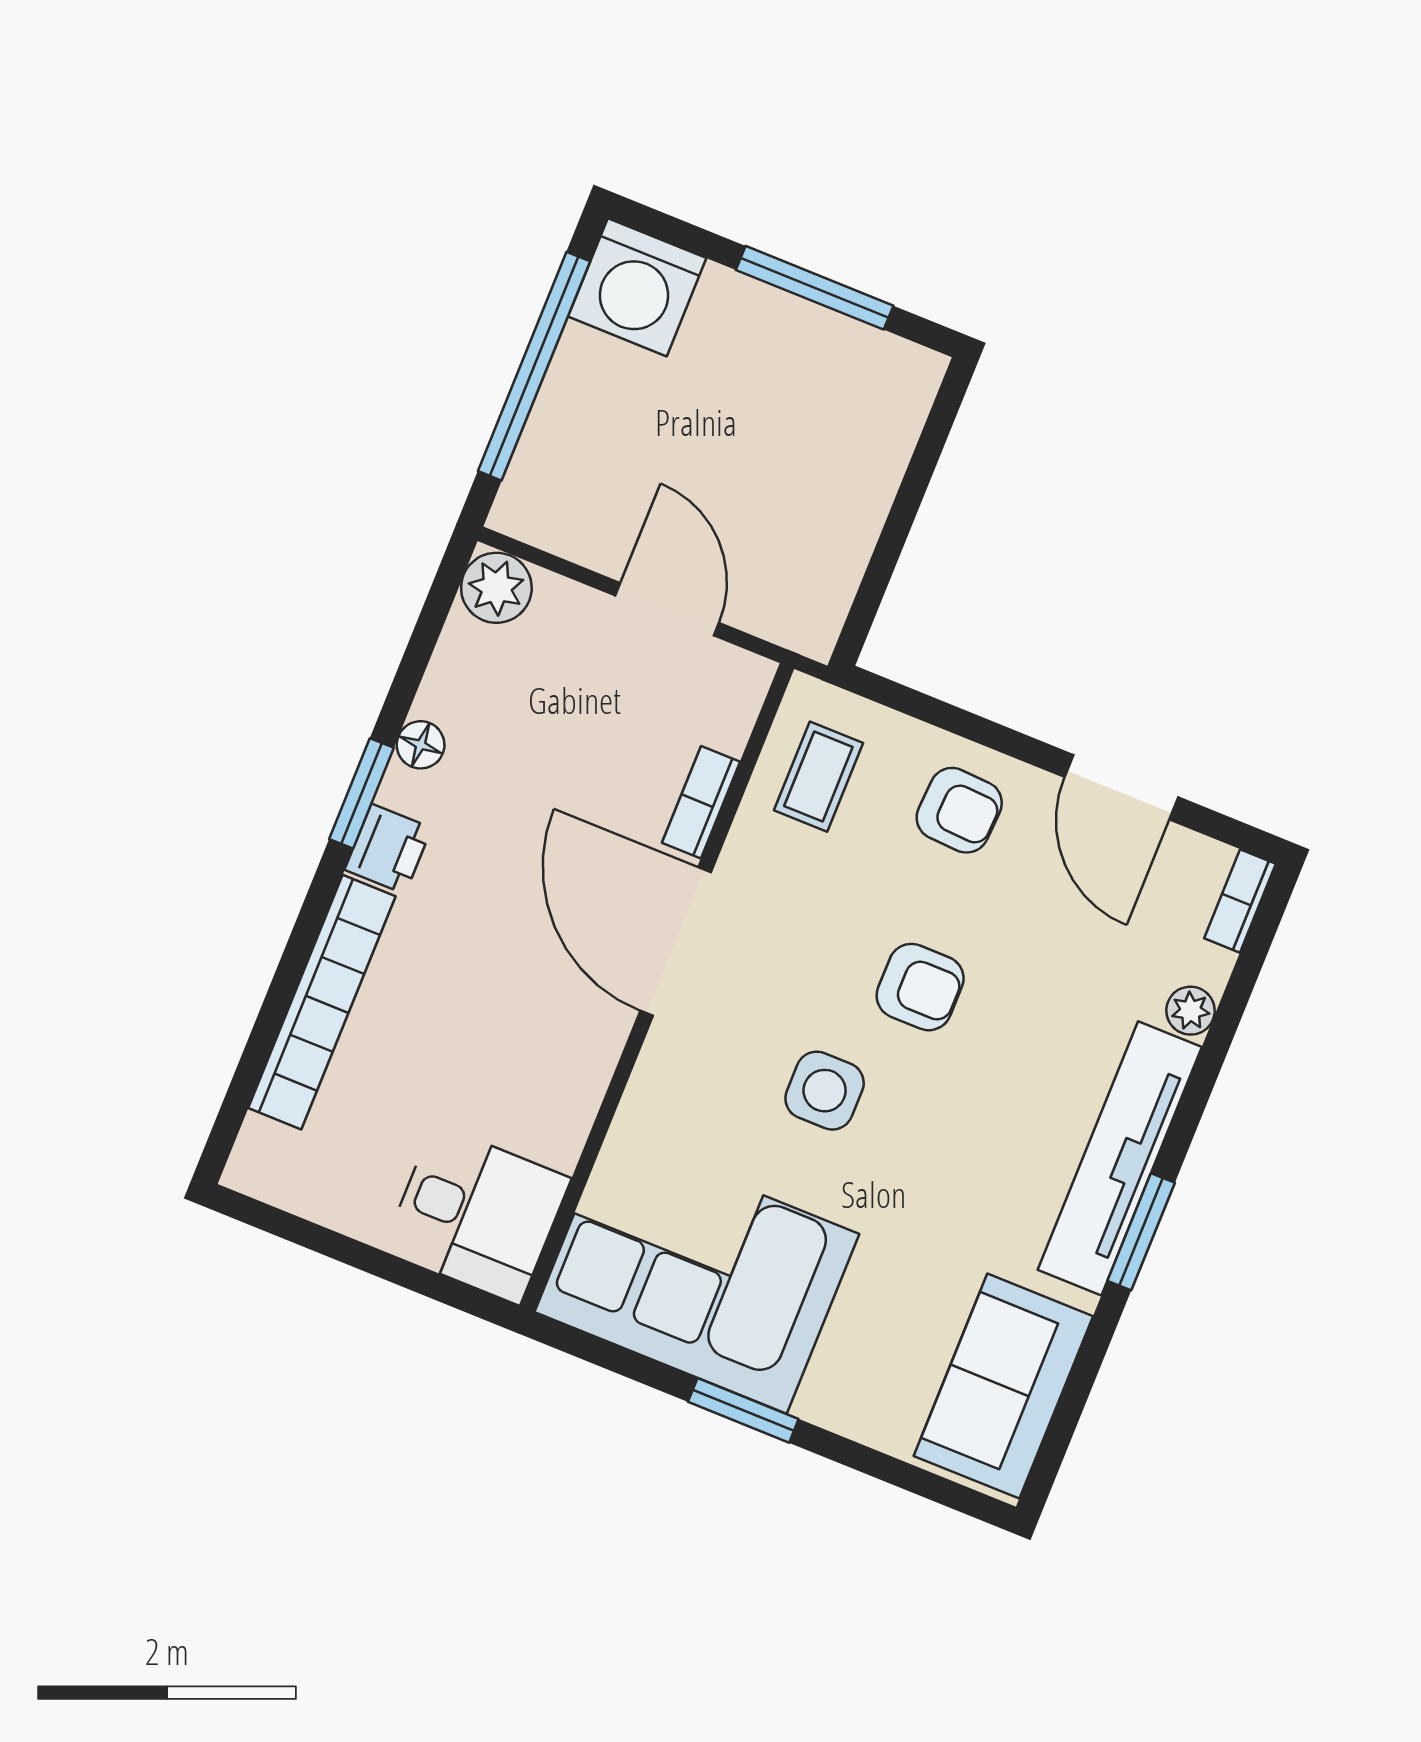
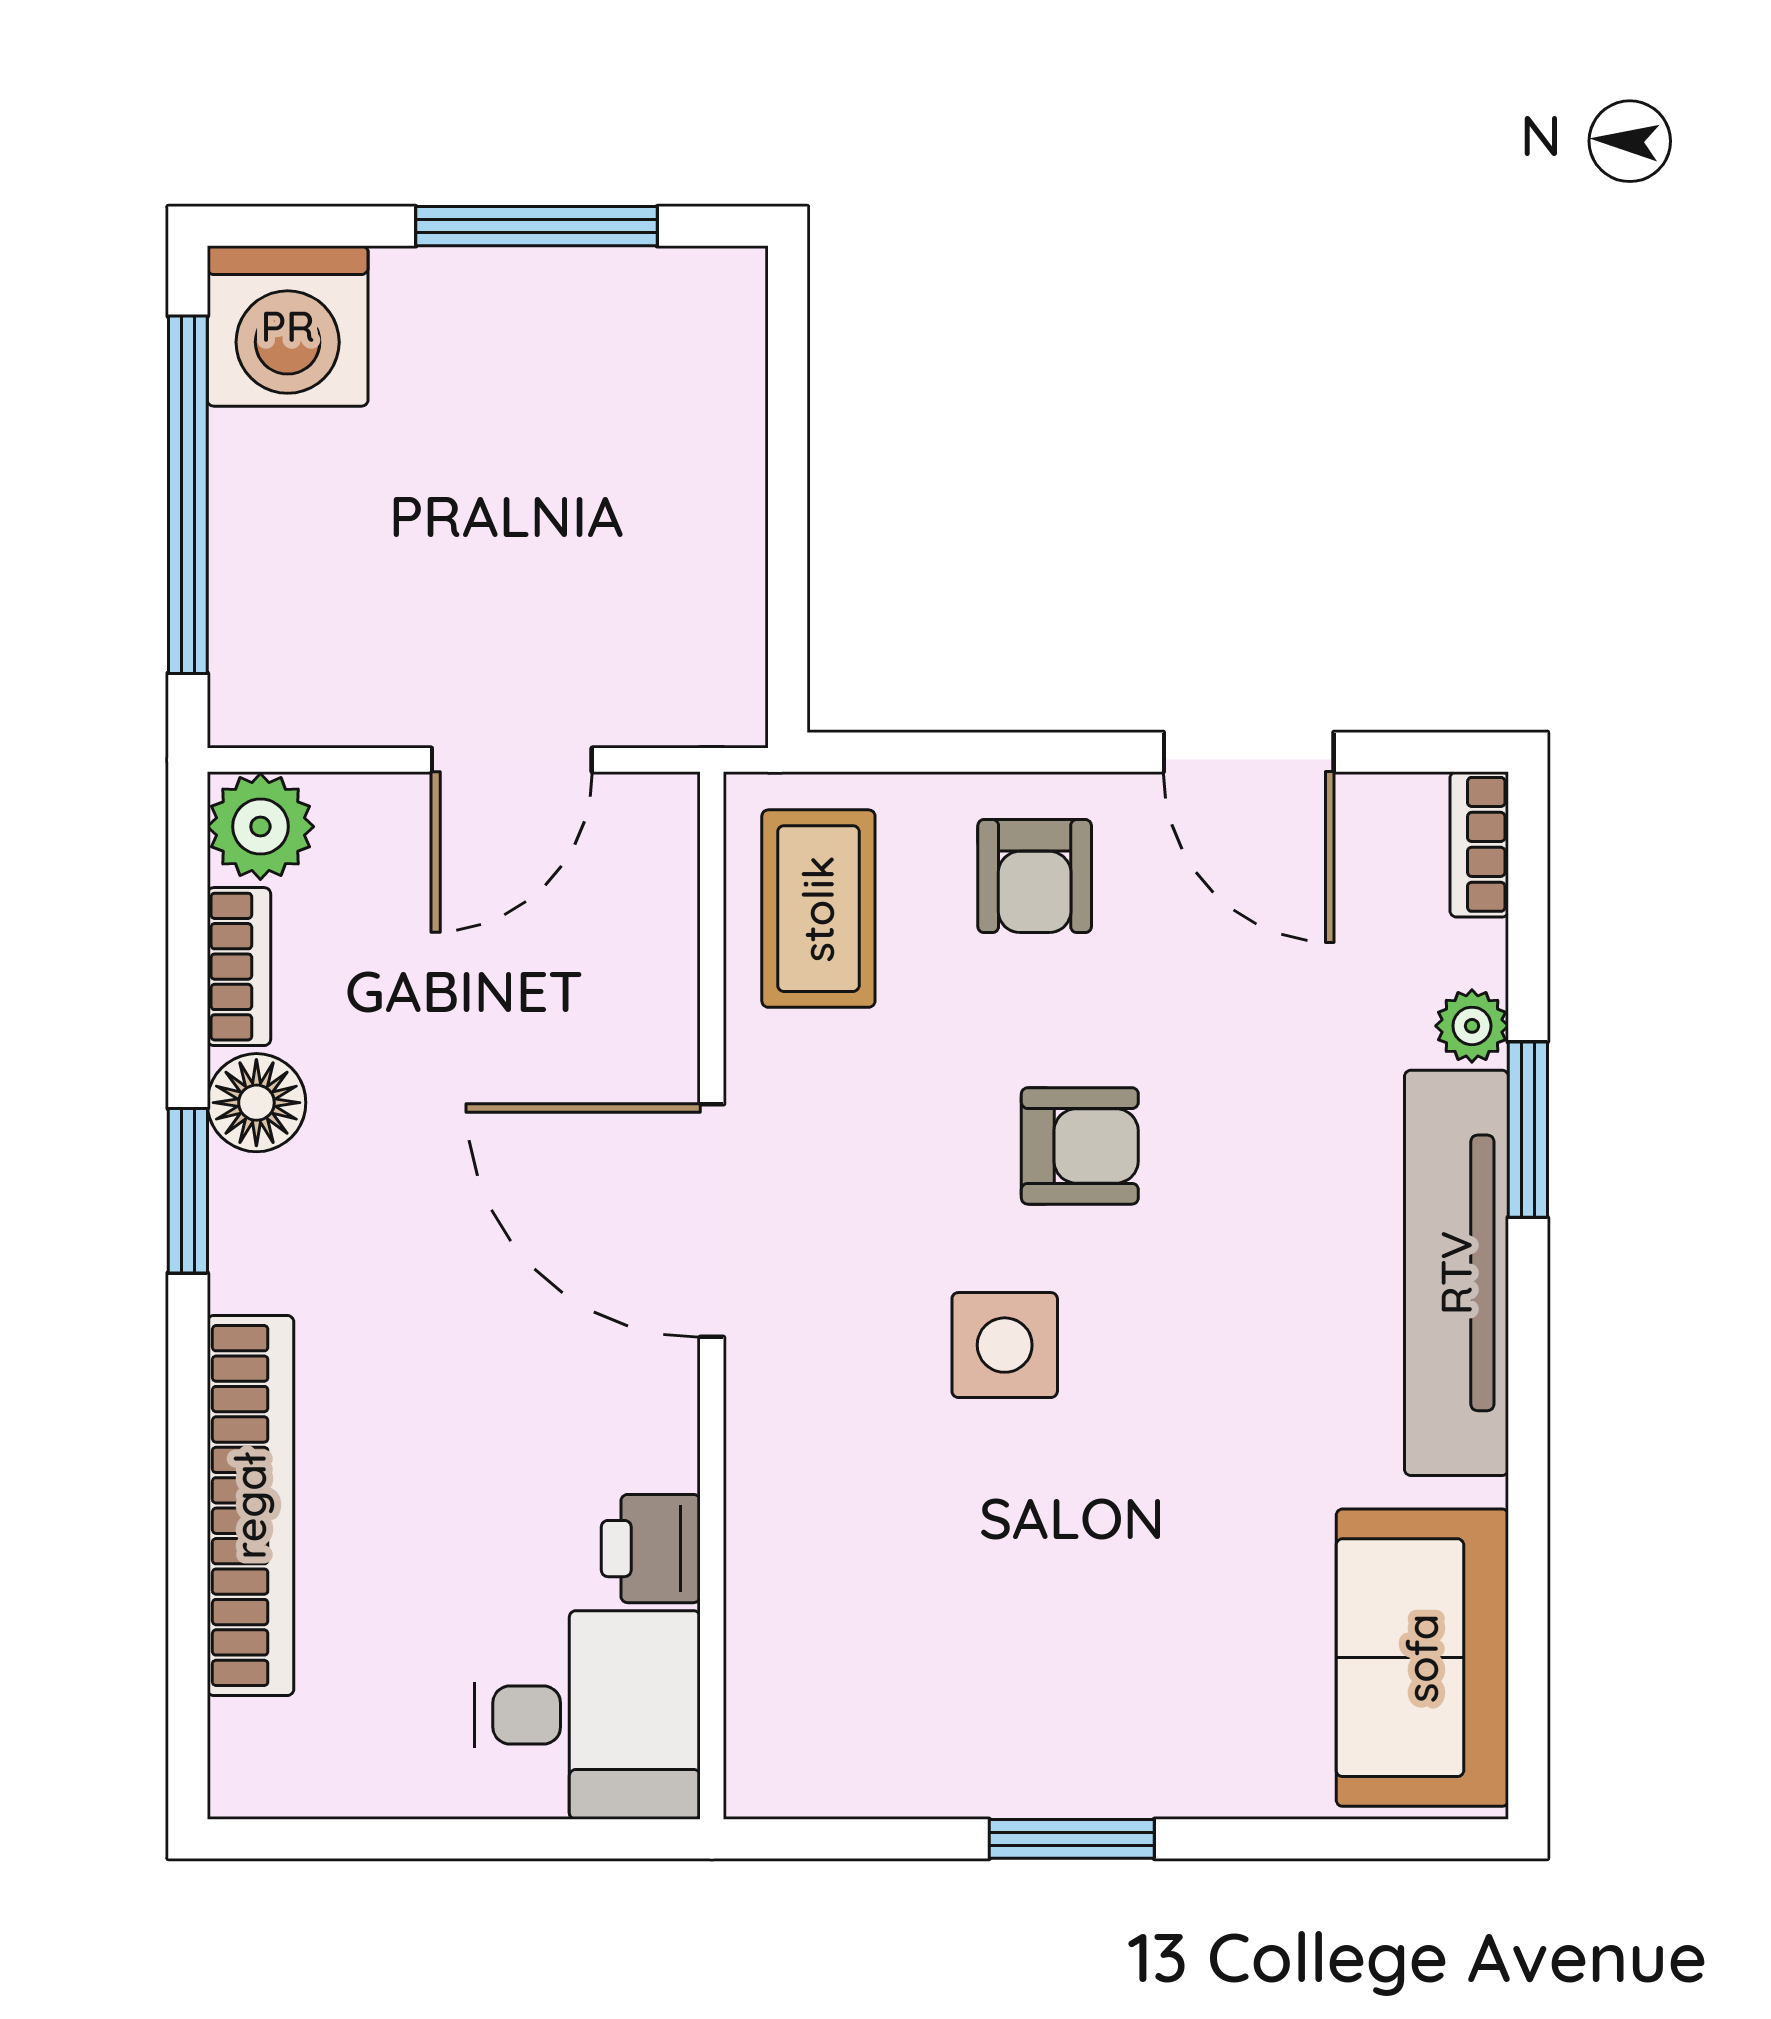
door: (667, 609) -> (512, 760), swing flipped
floor lamp: (421, 745) -> (256, 1103), width x1.37, depth x1.37
coffee table: (818, 777) -> (818, 909), width x1.36, depth x1.30
bookcase: (701, 802) -> (239, 967), moved, turned 180
armchair: (959, 810) -> (1035, 876), turned 87
printer: (388, 849) -> (651, 1549), moved, turned 180
window: (1141, 1232) -> (1528, 1130), moved
corner sofa: (697, 1273) -> (929, 1673), removed

